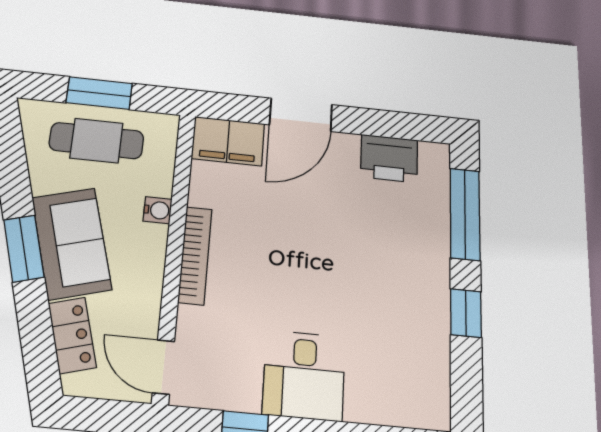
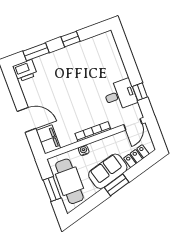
cafe table: (96, 141) -> (69, 181), width x1.37, depth x1.35
printer: (389, 158) -> (25, 71), moved, turned 90
window: (465, 214) -> (36, 52), width x0.69
desk: (304, 375) -> (120, 95), moved

